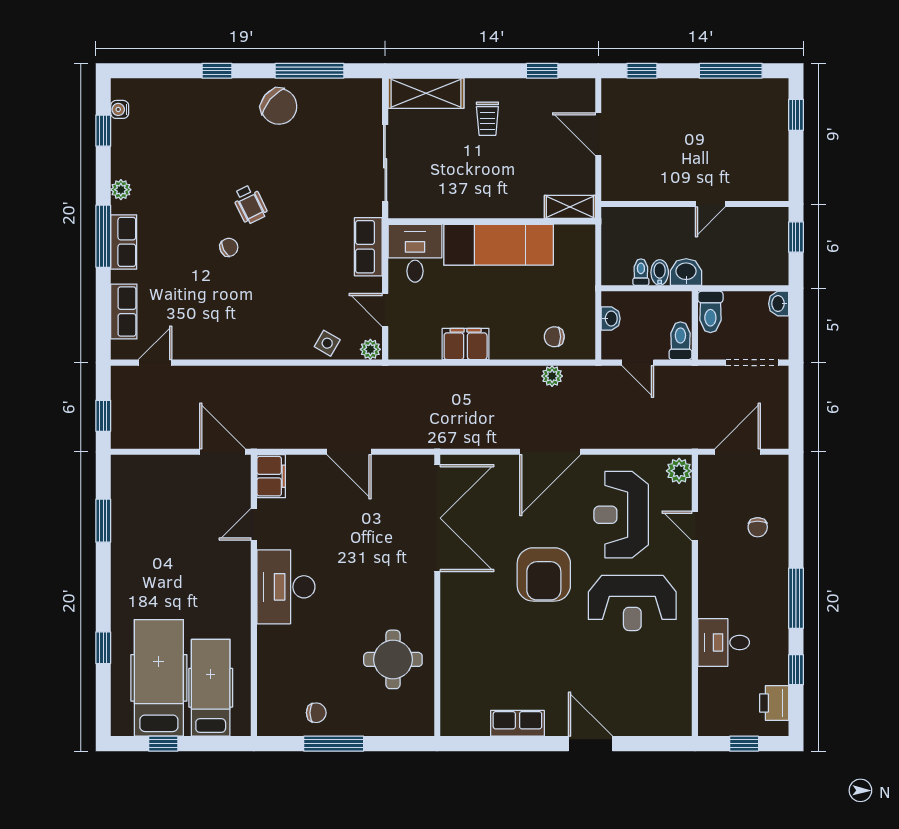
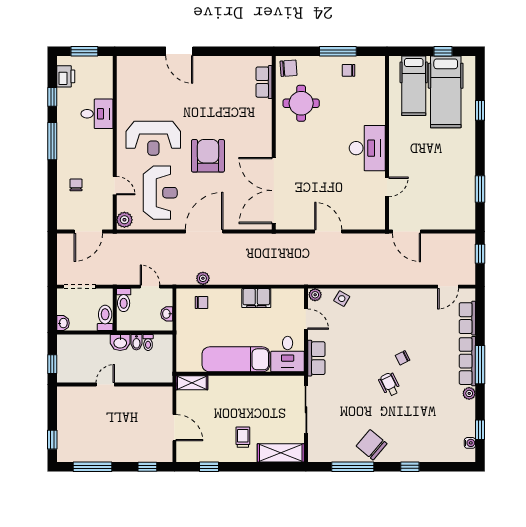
row of seats: (124, 242) -> (467, 361), width x1.48
filing cabinet: (271, 476) -> (376, 216), removed
reception desk: (632, 603) -> (153, 138), turned 180
chair: (413, 716) -> (289, 68), added
row of seats: (517, 723) -> (264, 82), moved, turned 90
window: (744, 744) -> (84, 51), width x1.50

